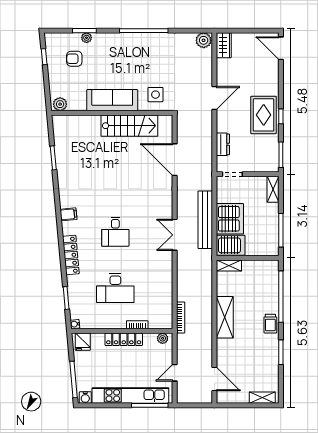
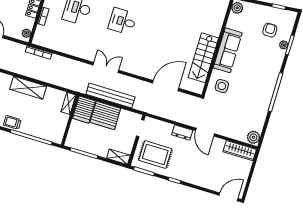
wardrobe: (224, 45) -> (240, 151), width x1.50
rug: (264, 115) -> (155, 154), moved
dresser: (223, 144) -> (182, 132), moved

